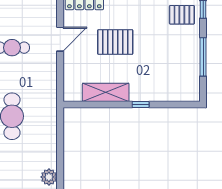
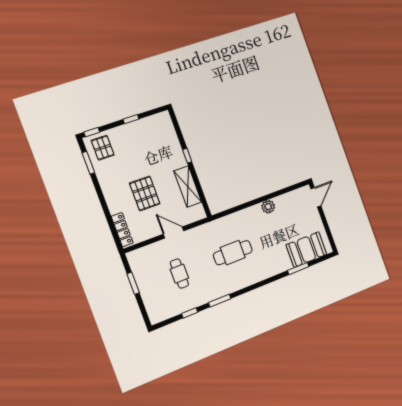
door: (60, 39) -> (174, 232), moved
window: (203, 57) -> (131, 119), width x0.46

